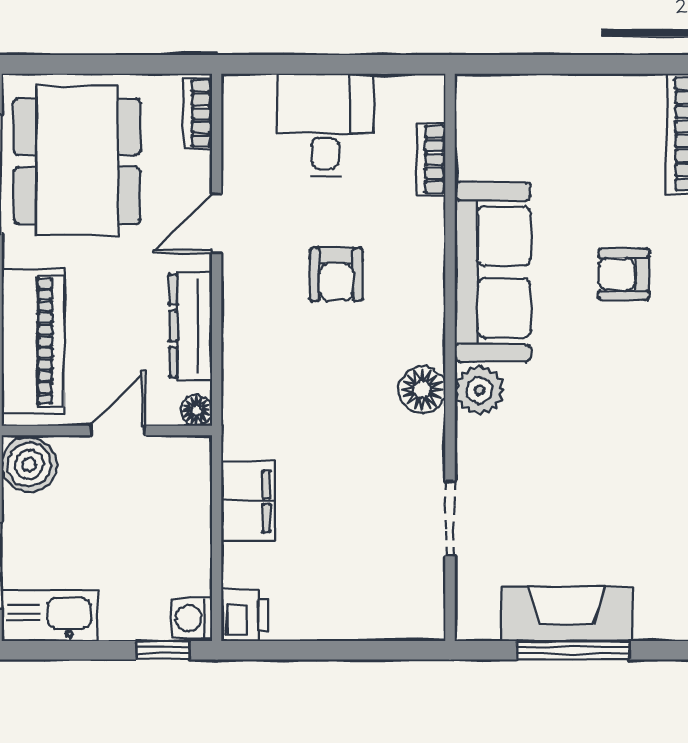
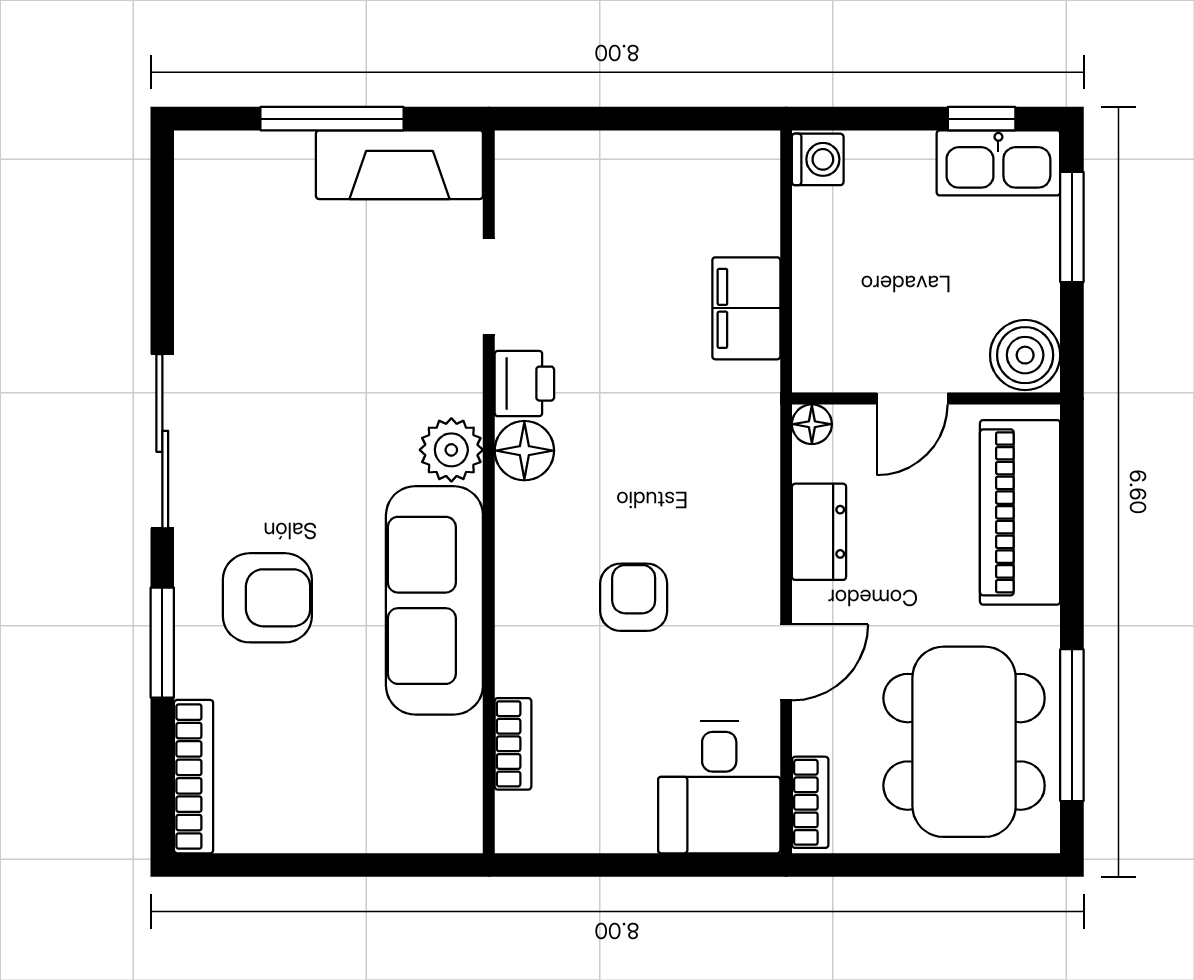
desk: (325, 125) -> (719, 787), moved
armchair: (624, 274) -> (267, 598), width x1.38, depth x1.38
dresser: (191, 326) -> (819, 532), width x0.70
fireplace: (567, 614) -> (399, 165), moved
printer: (245, 615) -> (524, 384), moved, turned 180
window: (163, 650) -> (982, 119), moved

